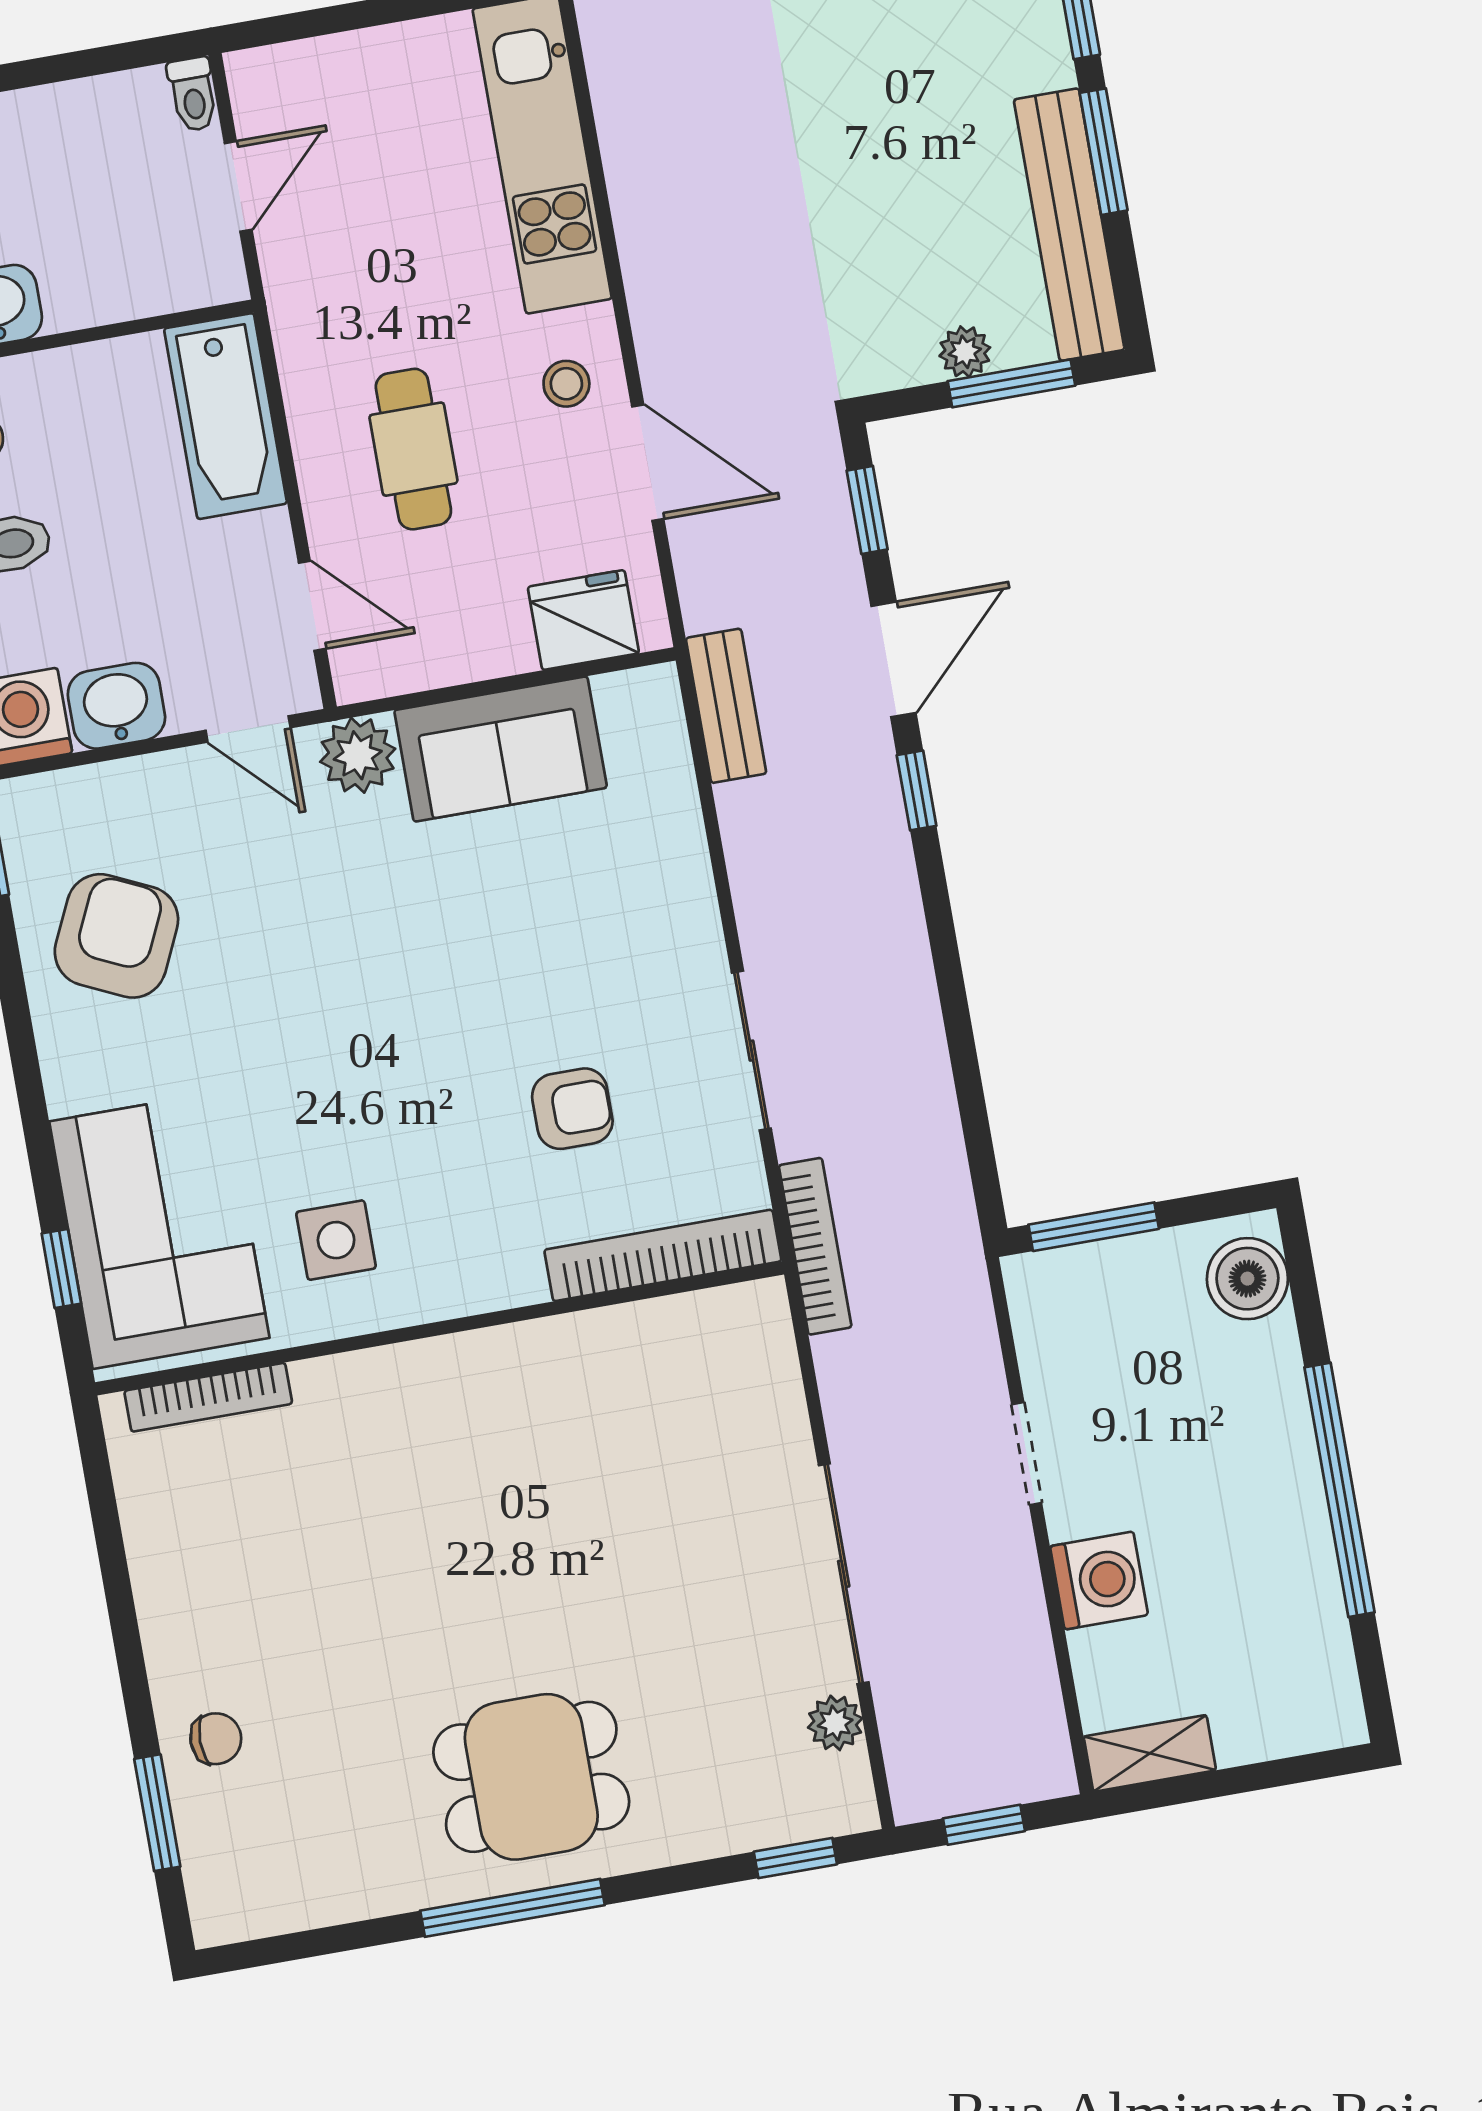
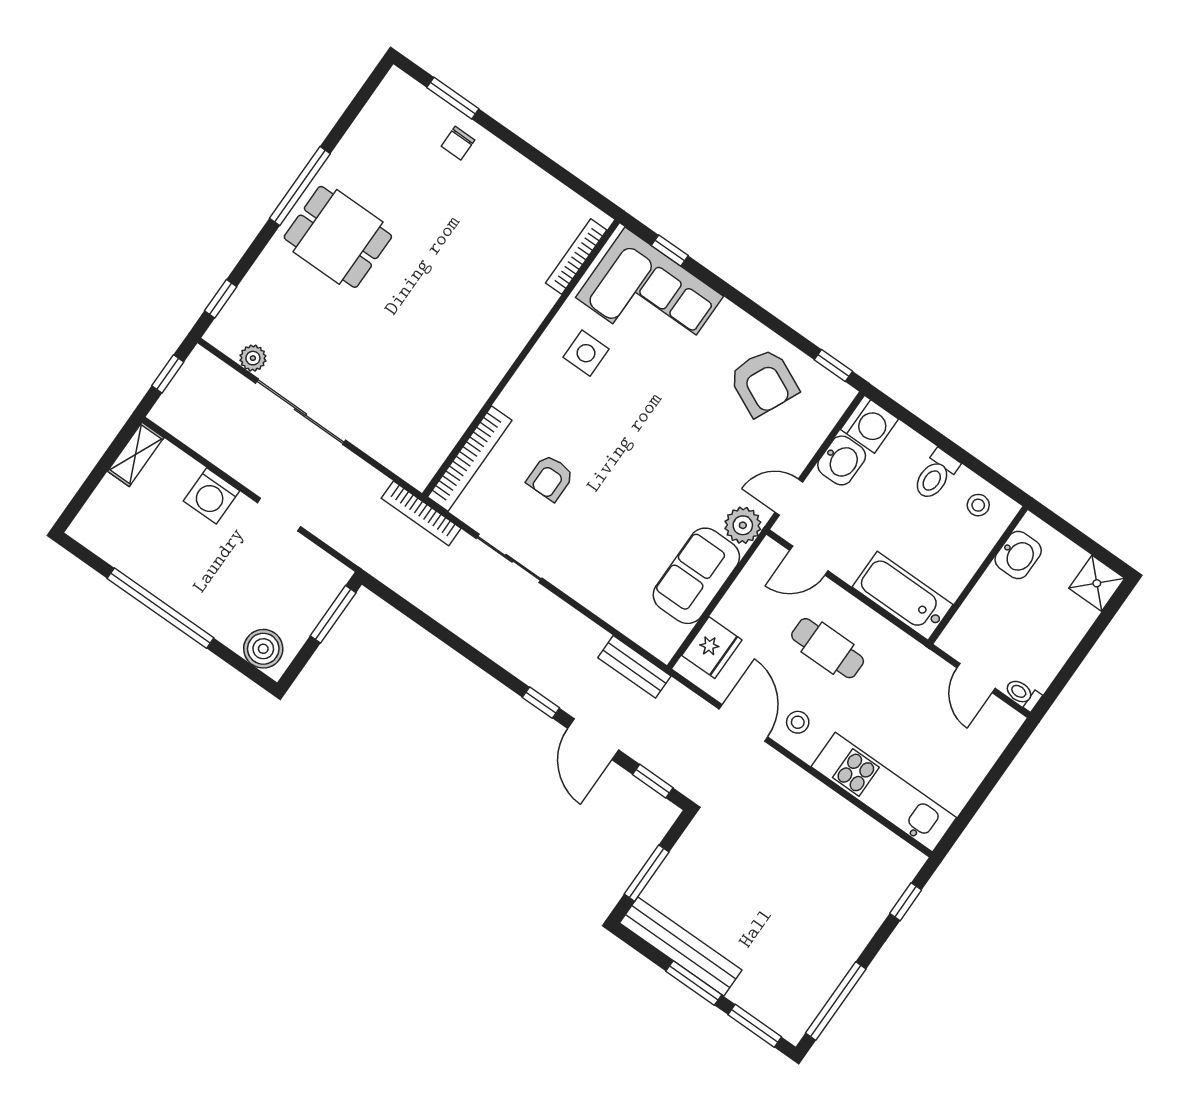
plant: (965, 352) -> (673, 868), removed
door: (648, 463) -> (743, 723), swing flipped
dining table: (531, 1777) -> (338, 237), turned 90

